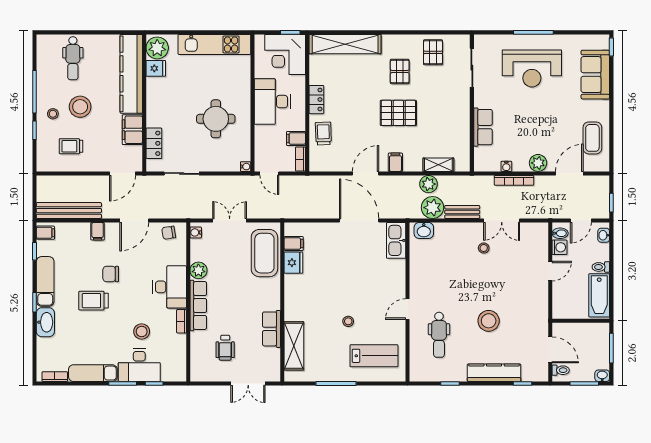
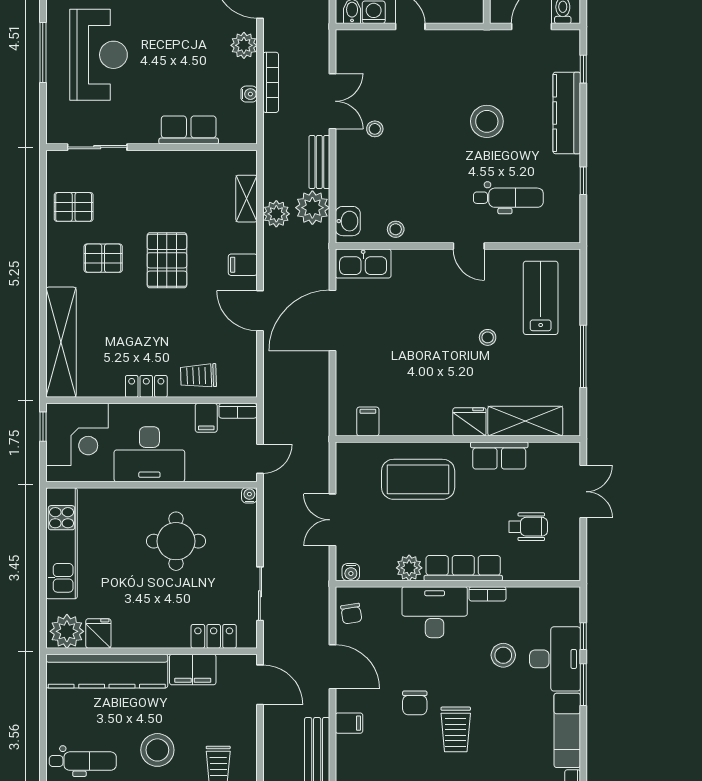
coffee table: (264, 253) -> (418, 479), moved
stool: (418, 262) -> (396, 229), added
fridge: (293, 263) -> (469, 422), moved

